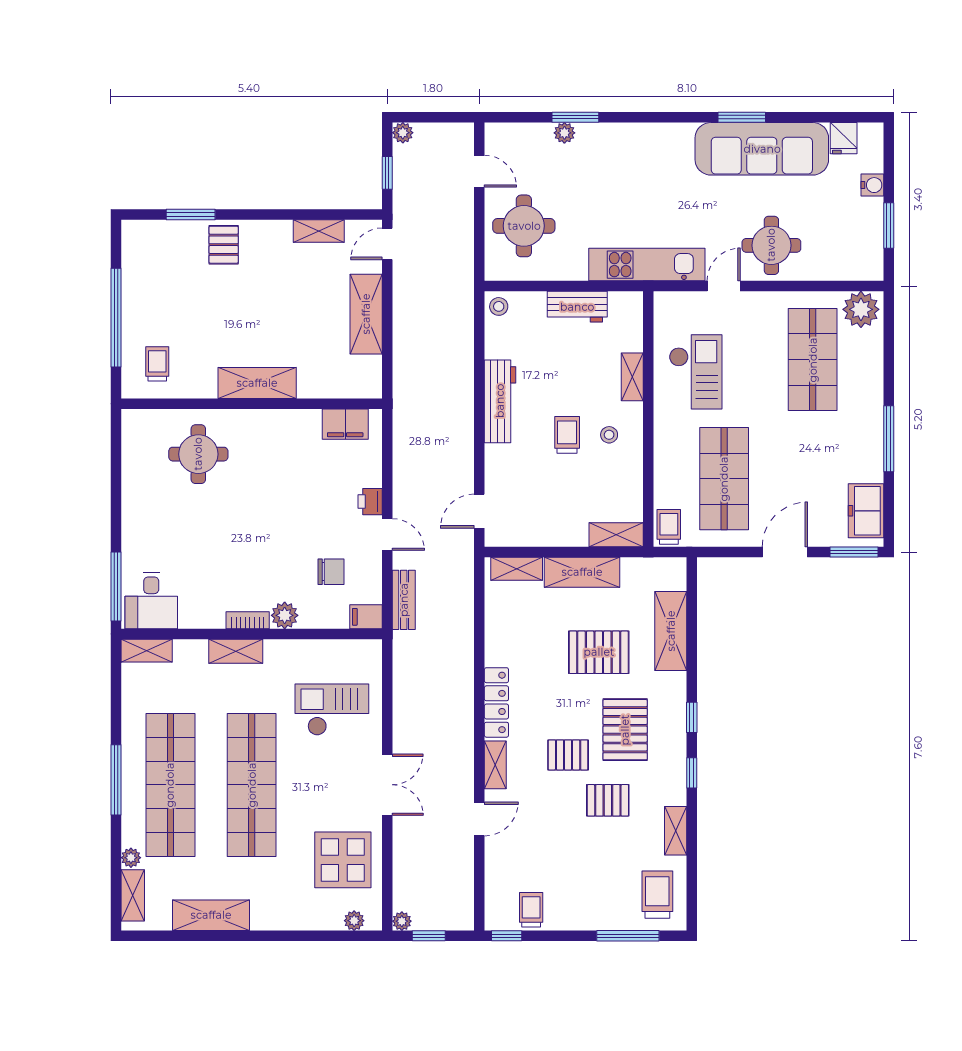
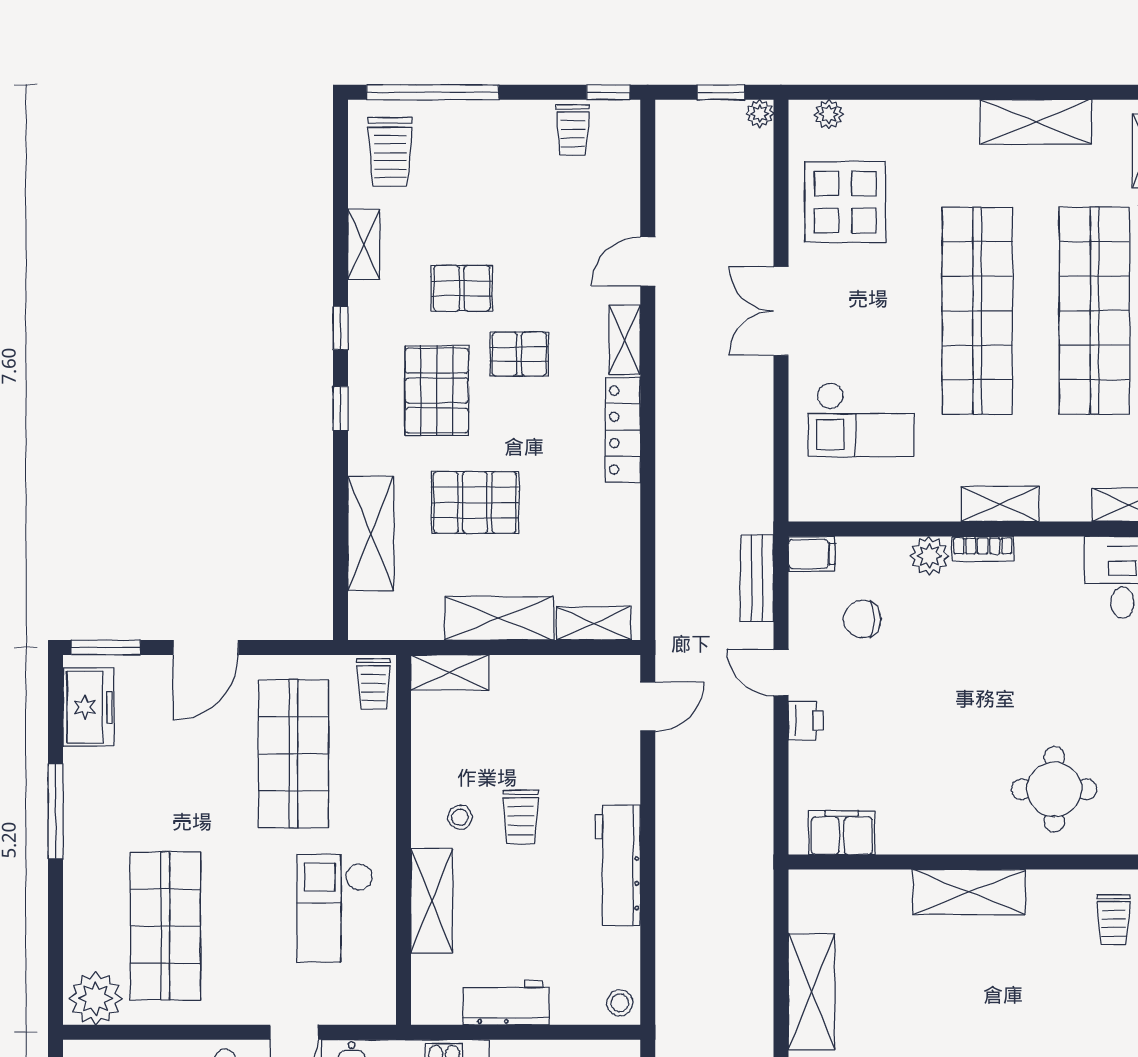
shelving: (632, 377) -> (432, 901), width x1.50, depth x1.33
window: (628, 936) -> (433, 92), width x1.46

